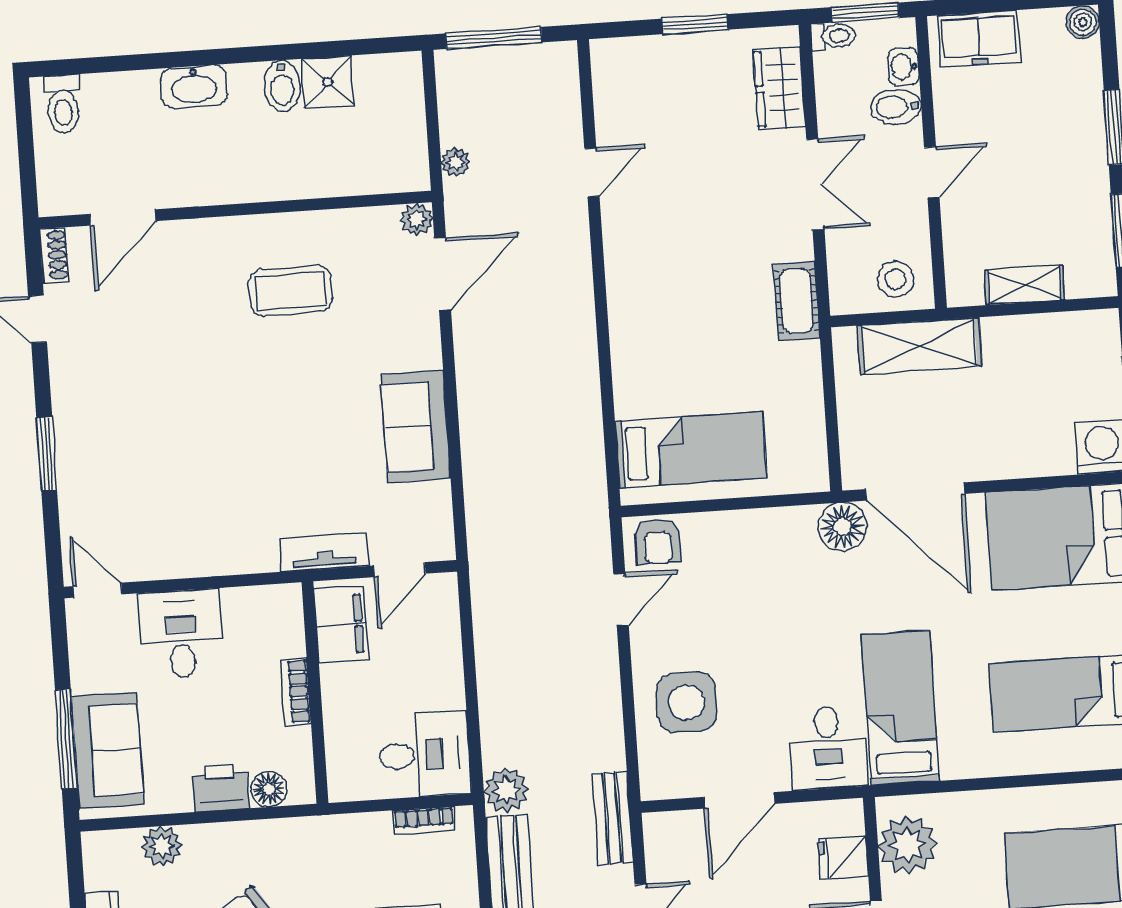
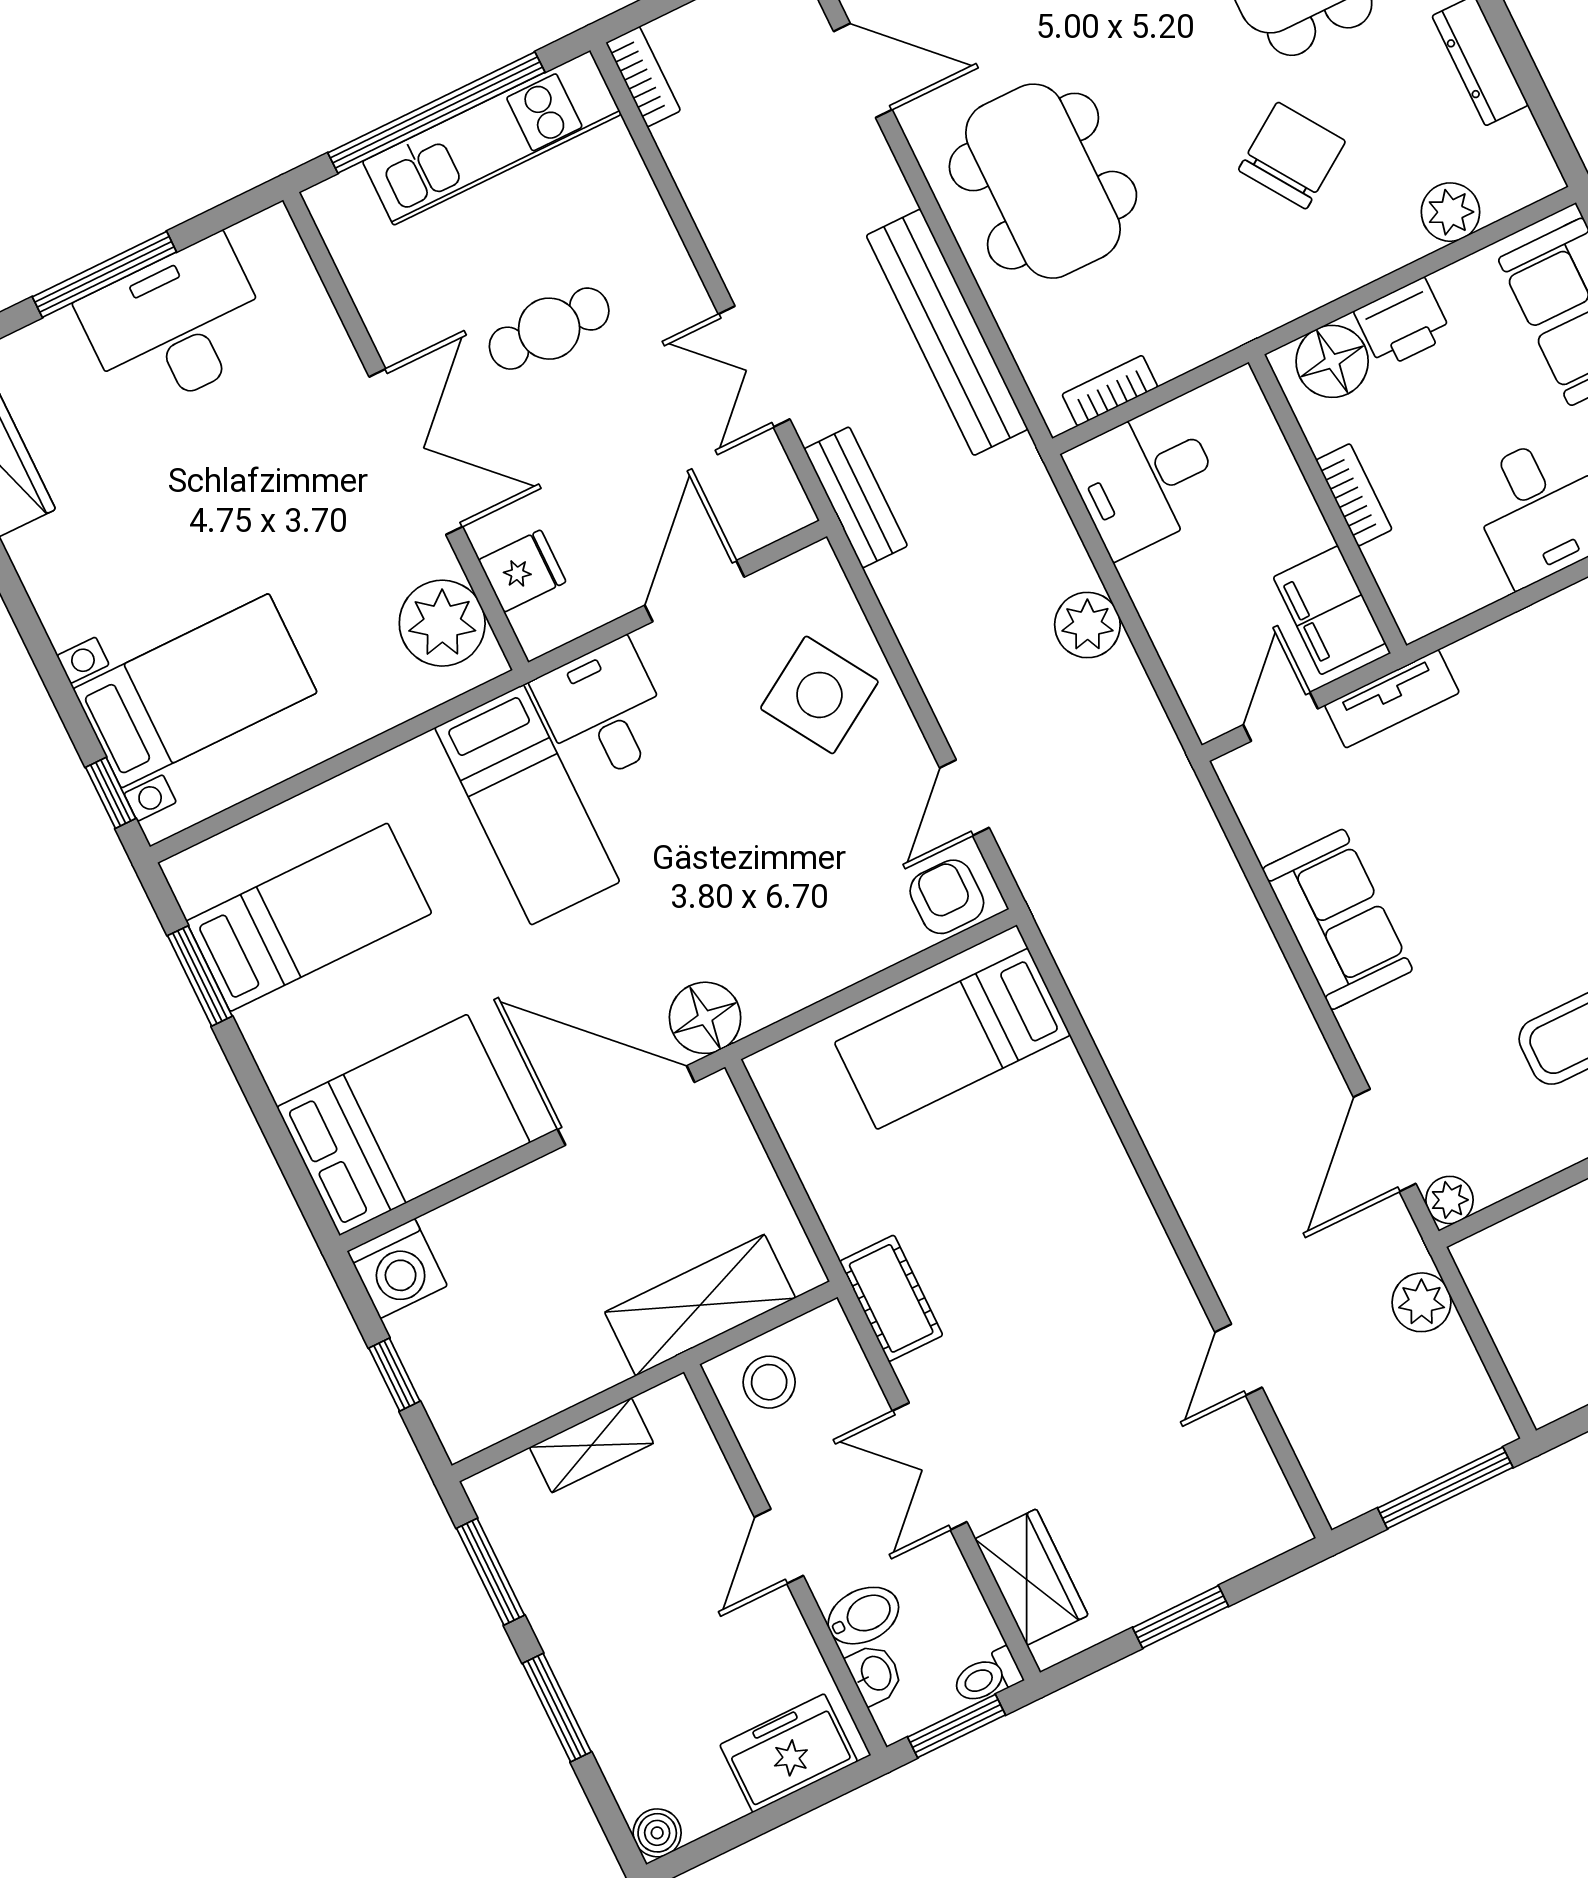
plant: (456, 162) -> (1422, 1302), width x1.38, depth x1.38
side table: (687, 702) -> (819, 695), turned -32
floor lamp: (269, 789) -> (1332, 361), width x1.38, depth x1.38
plant: (506, 790) -> (1087, 625), moved

